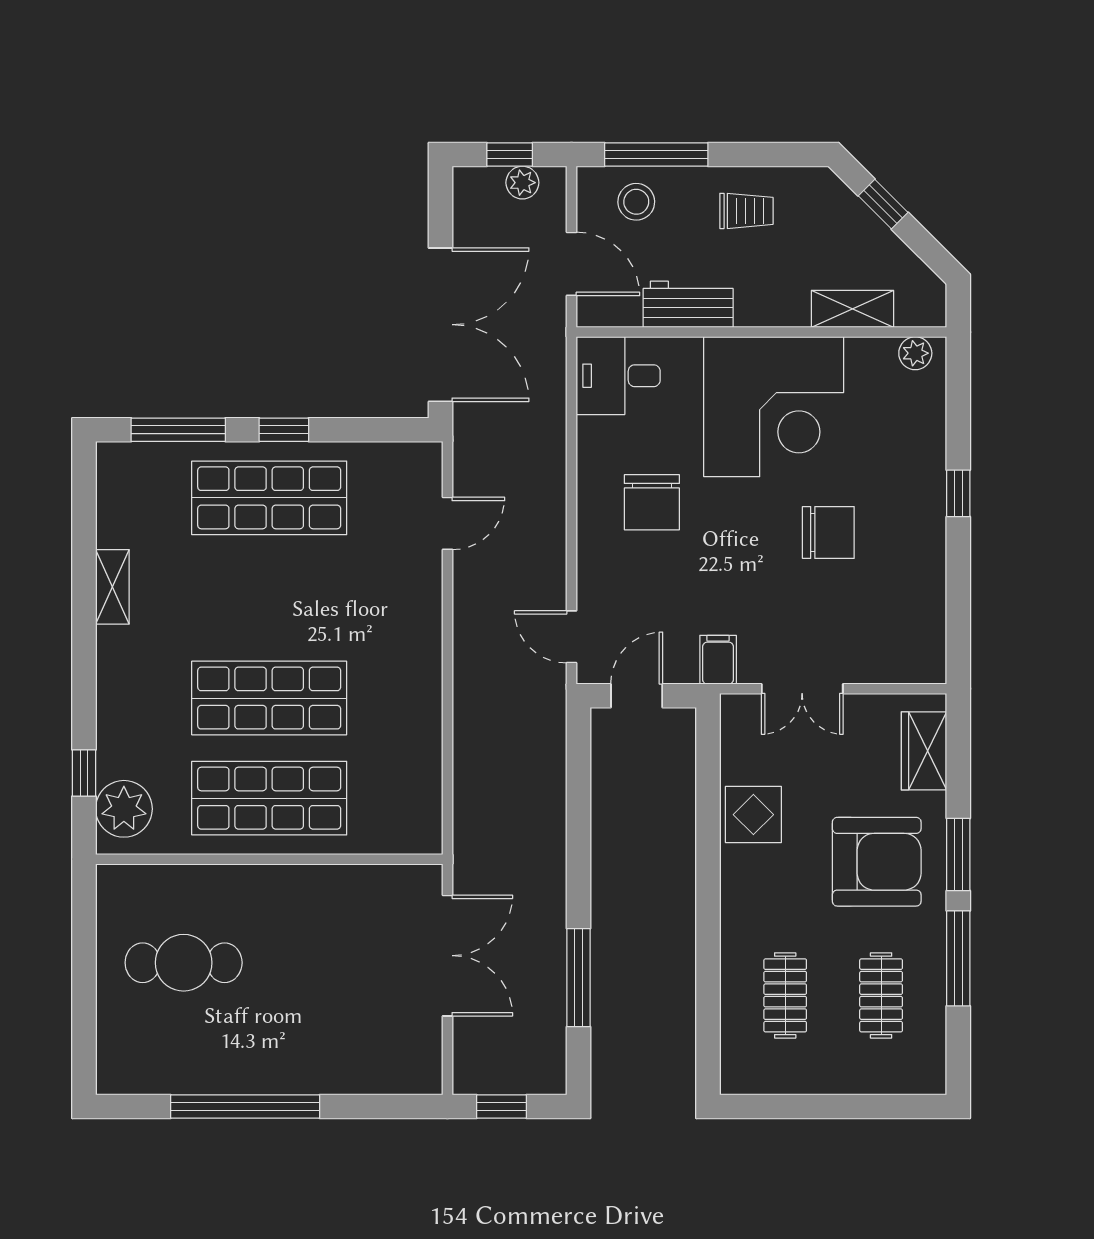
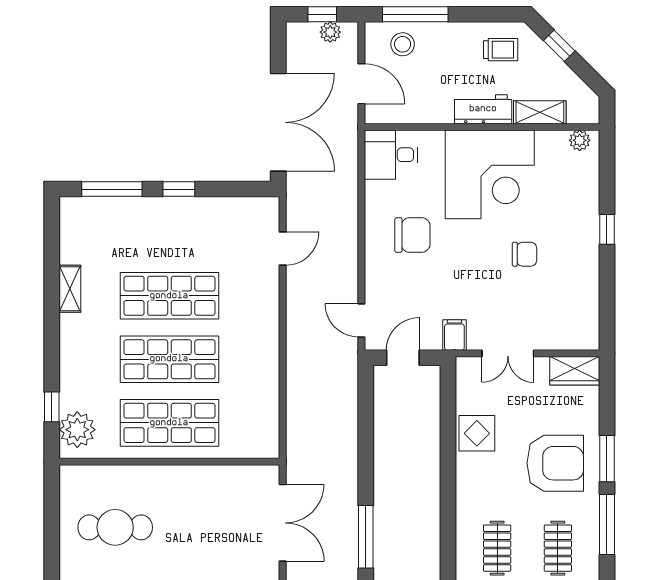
trolley: (746, 211) -> (501, 50), moved
workbench: (688, 304) -> (483, 109), moved
shop shelf: (269, 498) -> (169, 296), moved
chair: (652, 502) -> (412, 235), turned -90
chair: (828, 532) -> (524, 254), width x0.73, depth x0.73
wardrobe: (924, 751) -> (575, 371), moved, turned -90

